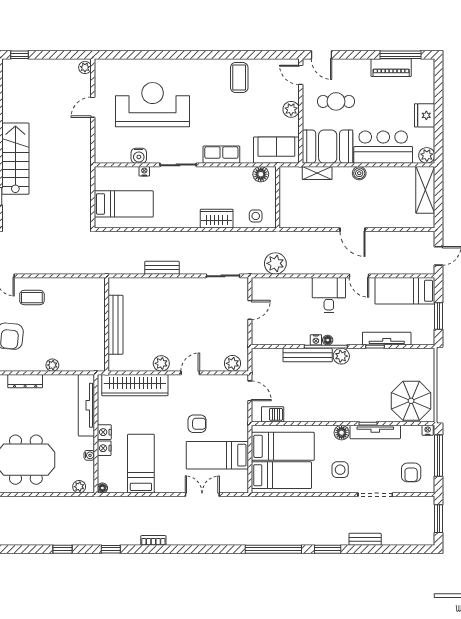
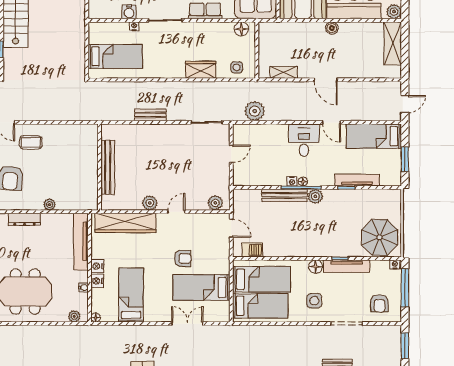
shelving: (317, 173) -> (284, 72), moved

